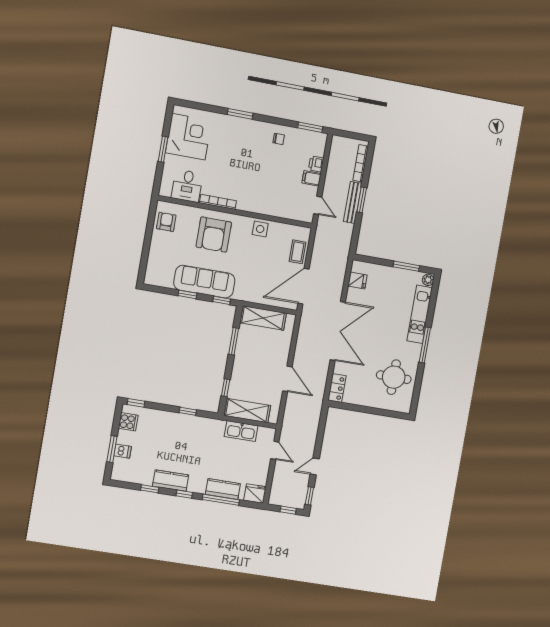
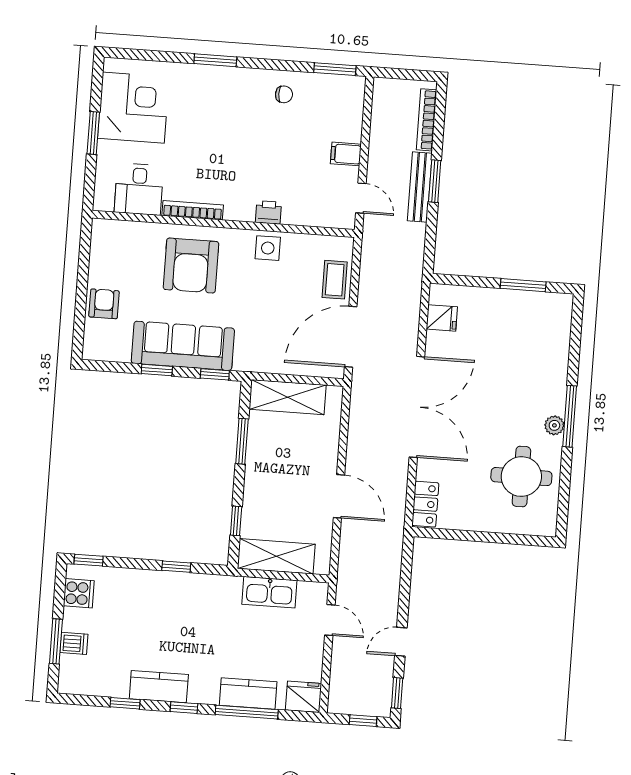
printer: (316, 164) -> (268, 212), moved, turned 90
armchair: (166, 222) -> (104, 304), moved
plant: (428, 280) -> (554, 425), moved
kitchen unit: (420, 314) -> (555, 365), removed

